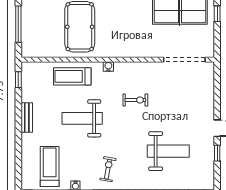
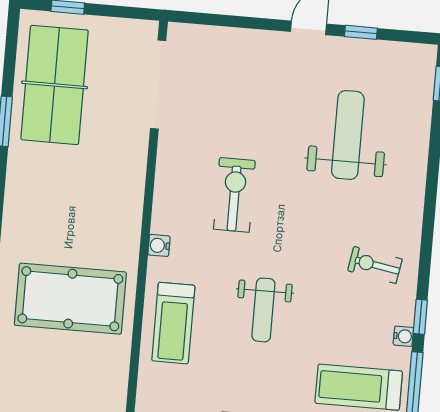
exercise bike: (135, 100) -> (234, 195), width x1.38, depth x1.39
weight bench: (82, 118) -> (263, 310), width x0.73, depth x0.75

